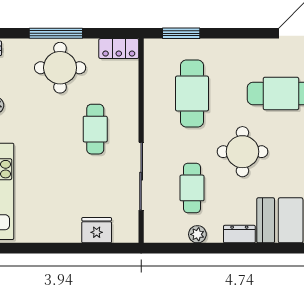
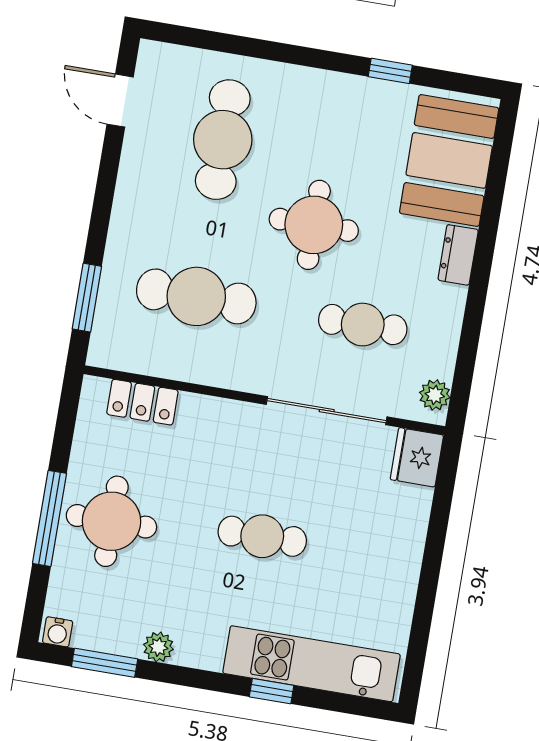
locker: (119, 49) -> (142, 402), moved, turned 90
cafe table: (95, 129) -> (262, 536), moved
fridge: (97, 230) -> (417, 457), moved
plant: (197, 234) -> (435, 395), moved

